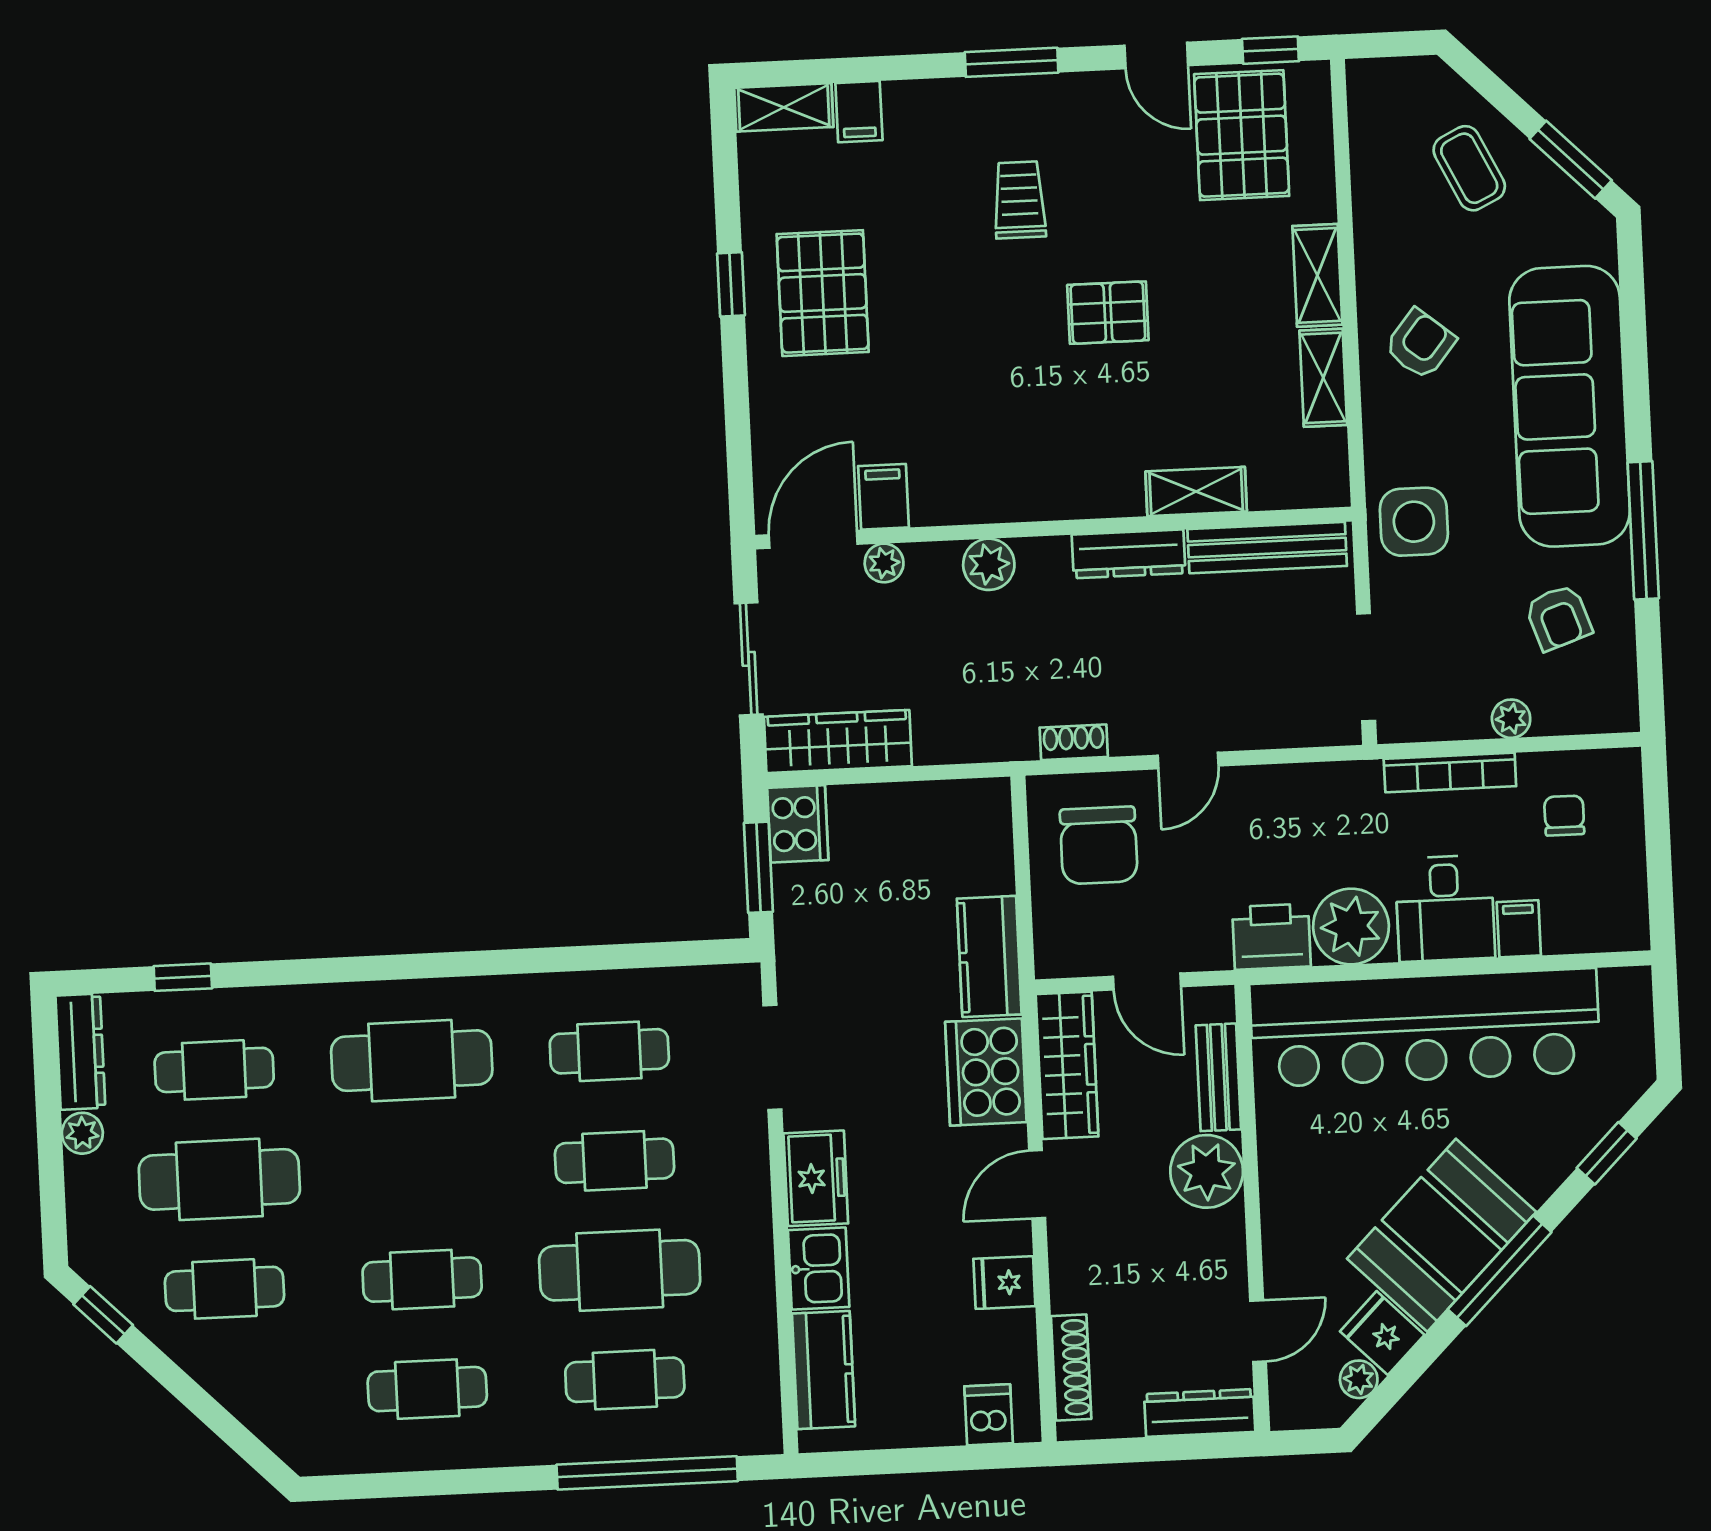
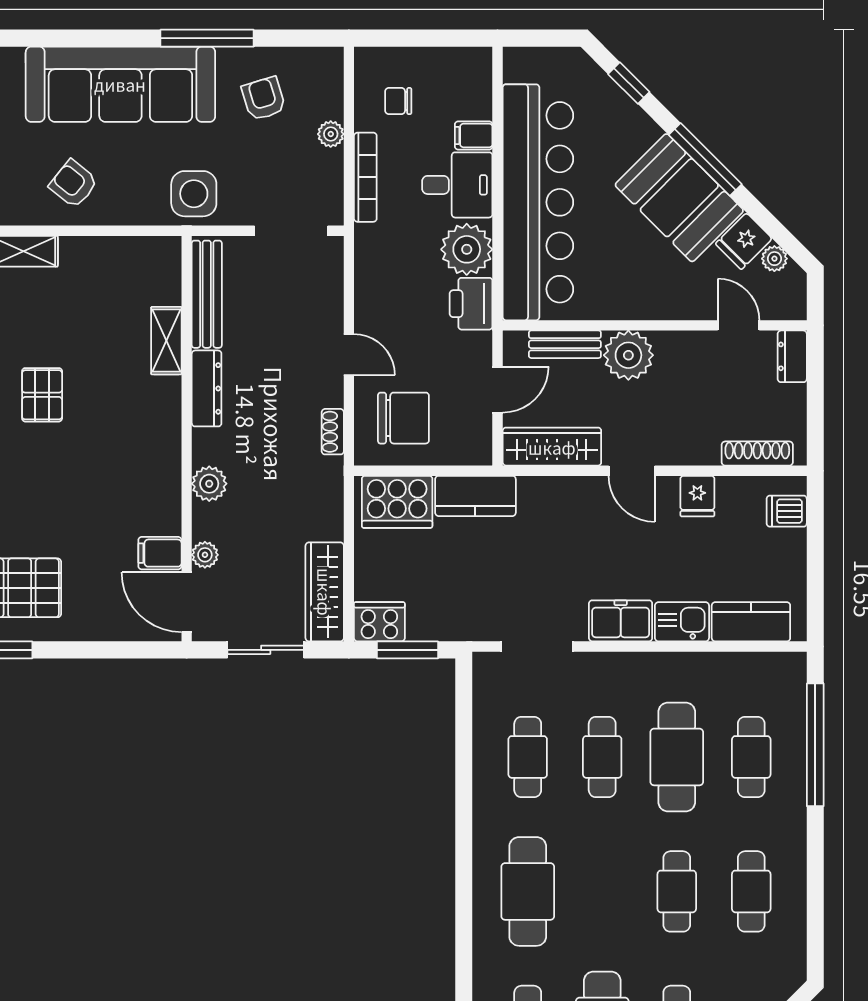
shelving: (1323, 378) -> (93, 251), removed
armchair: (1558, 618) -> (264, 99), turned -88
cooker: (986, 1072) -> (397, 502), moved
dresser: (1200, 1413) -> (792, 356), width x0.70

